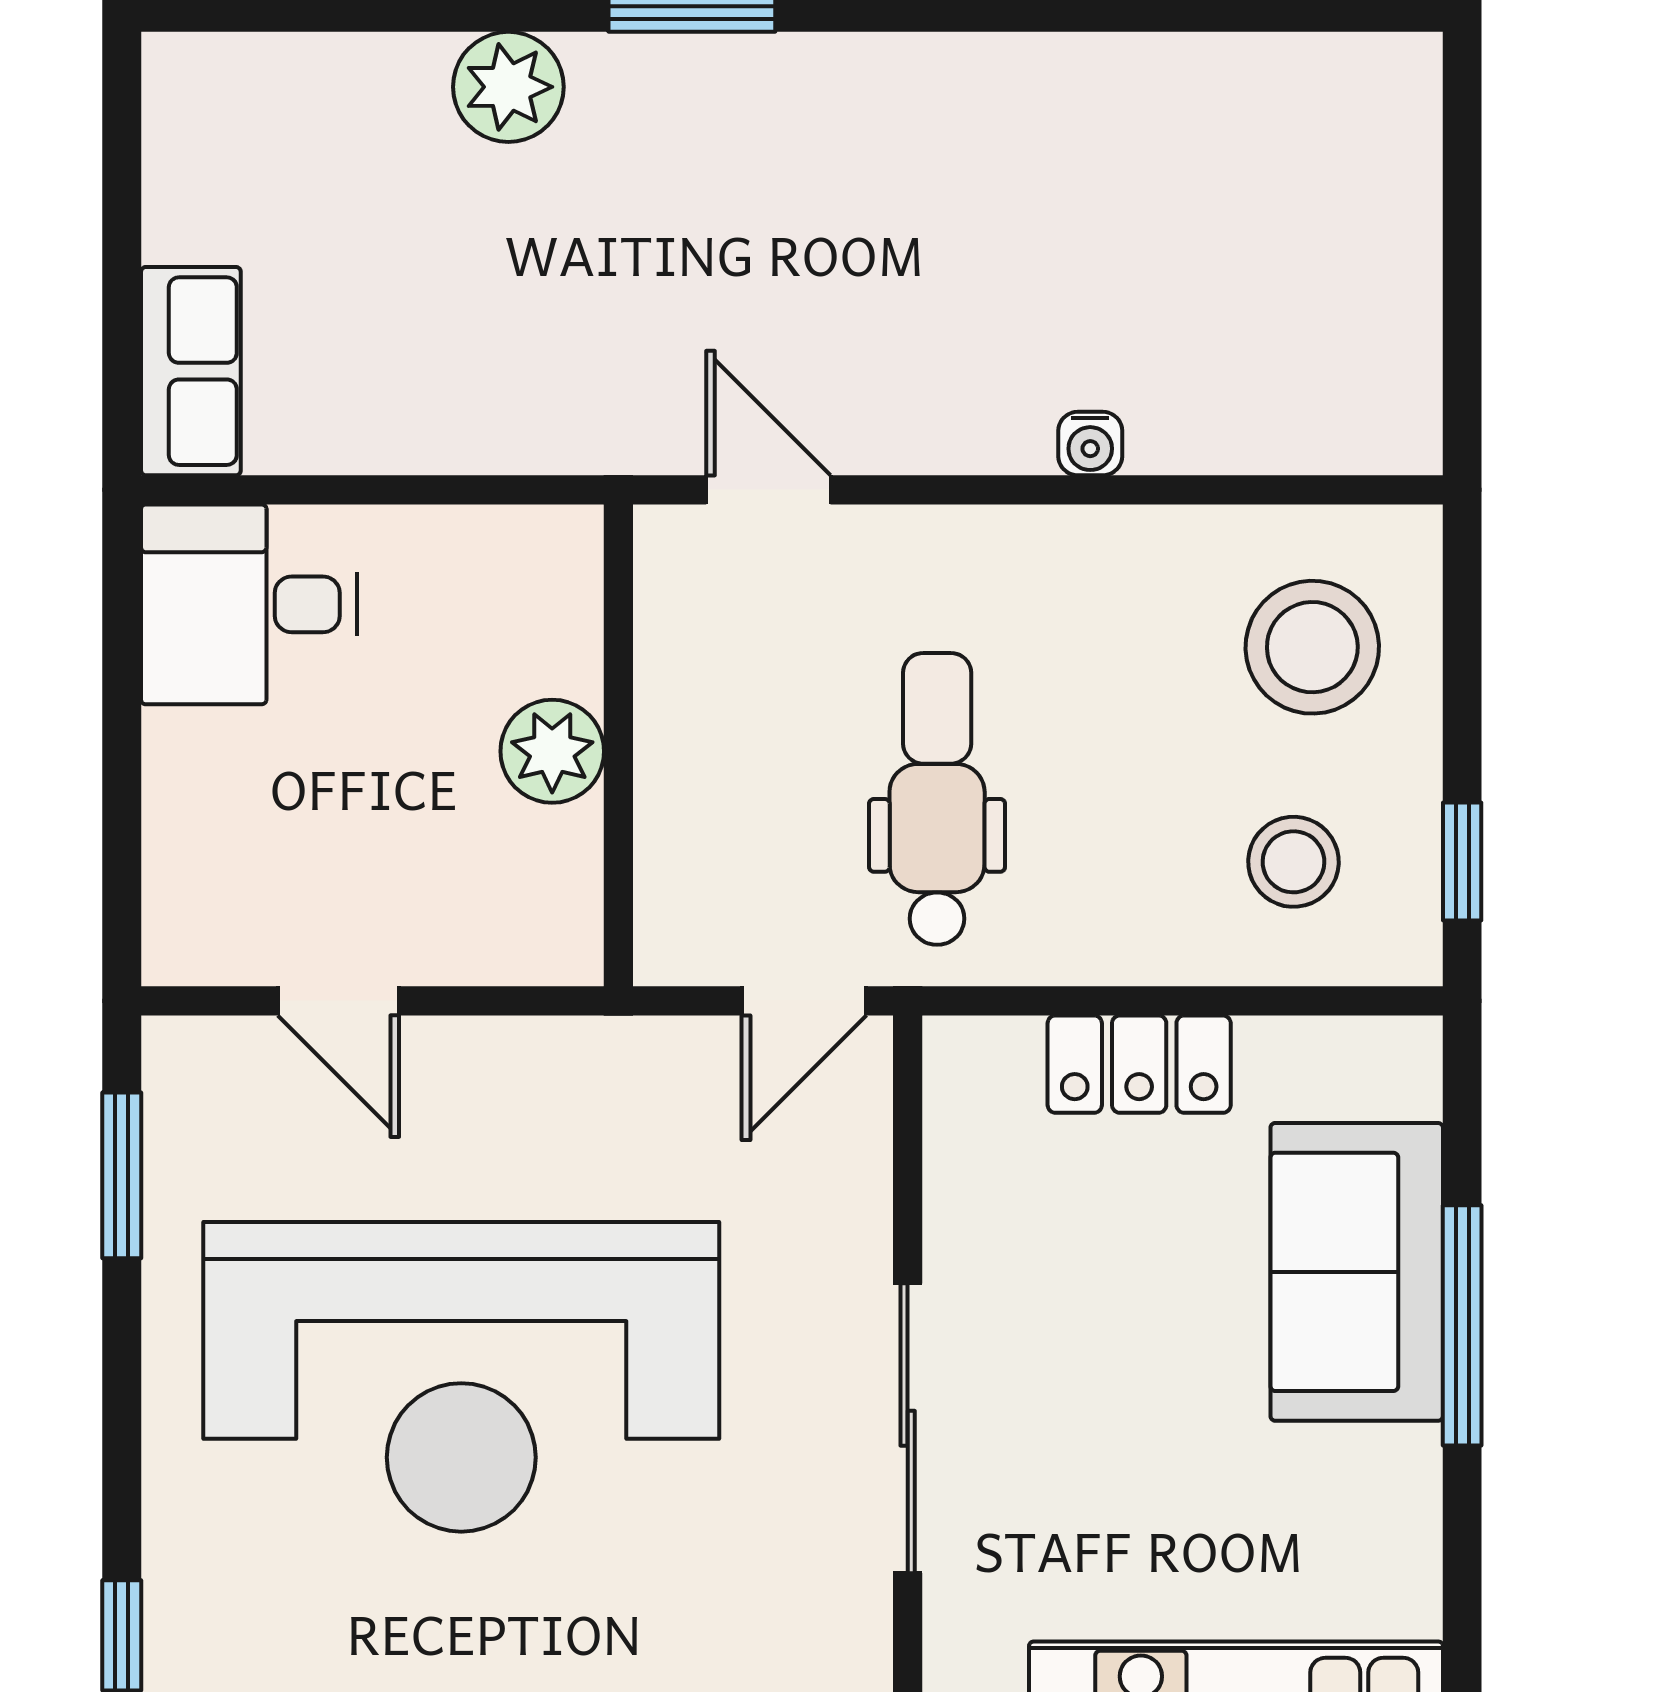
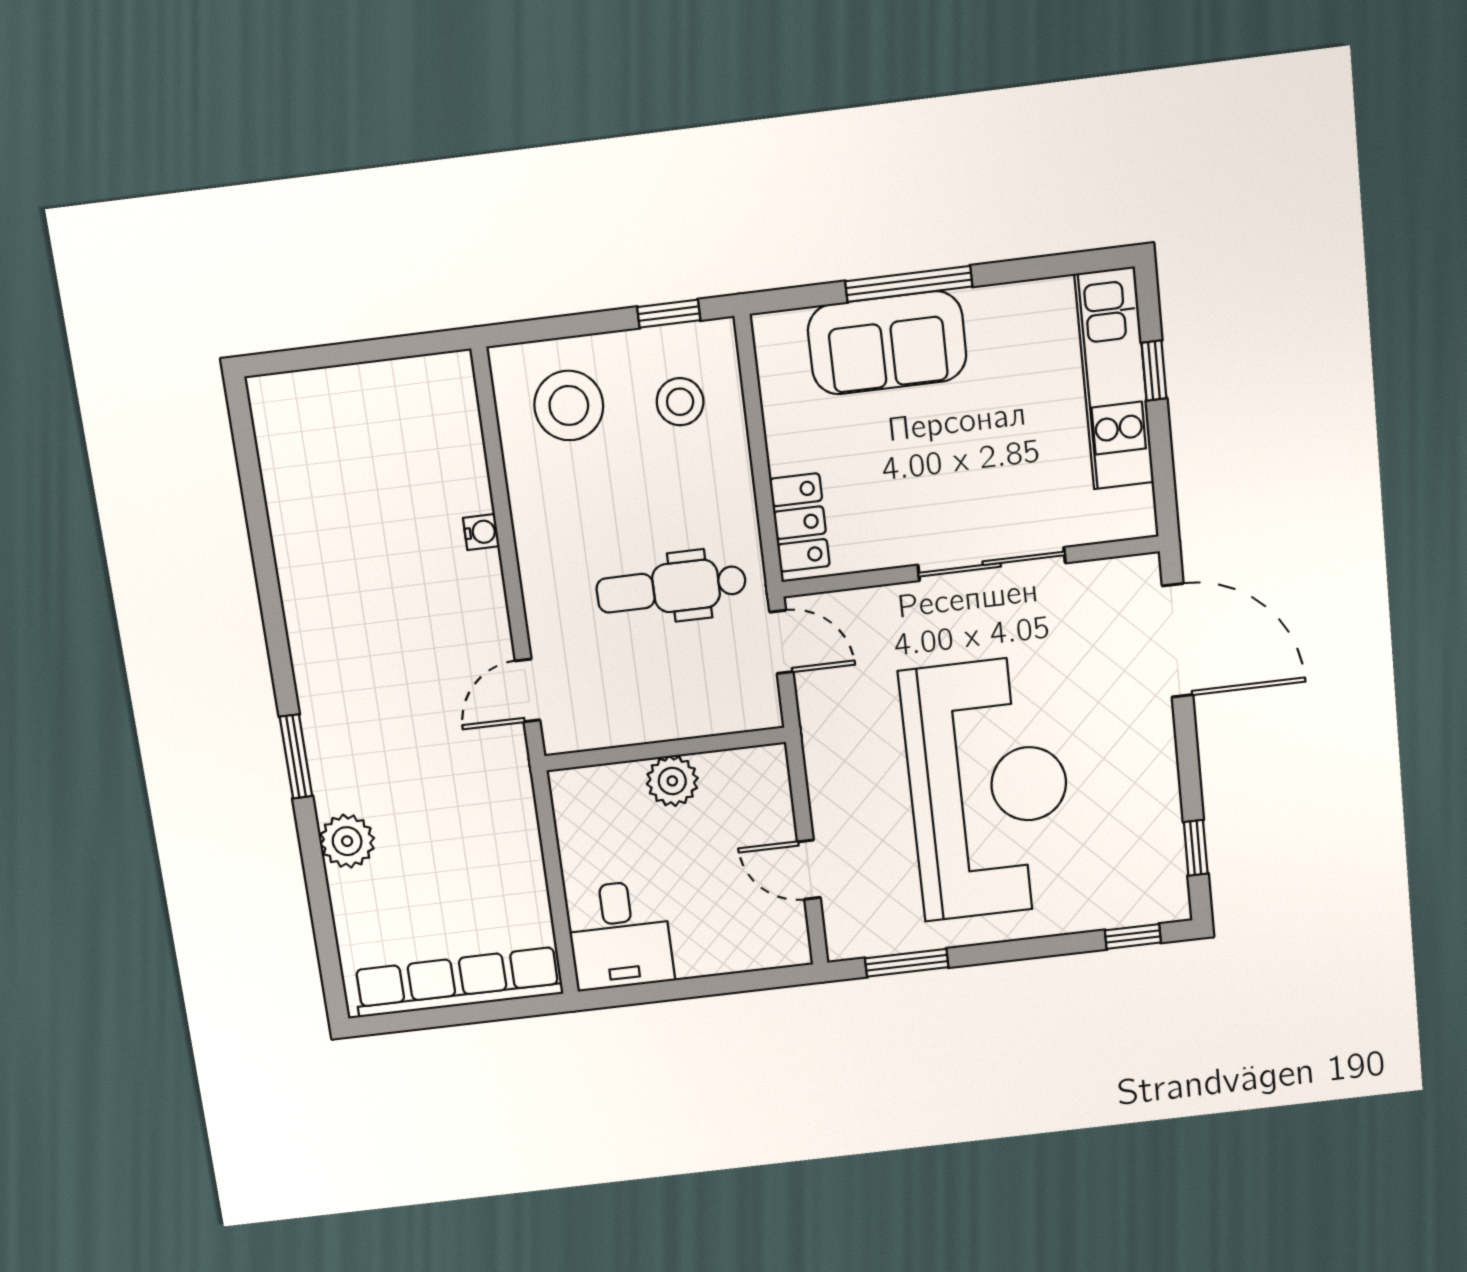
row of seats: (191, 371) -> (458, 982), width x2.02
door: (338, 1001) -> (809, 870), swing flipped
locker: (1139, 1064) -> (800, 523), moved

